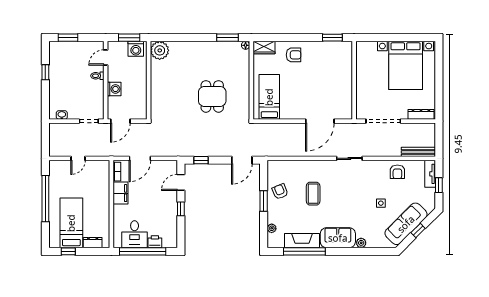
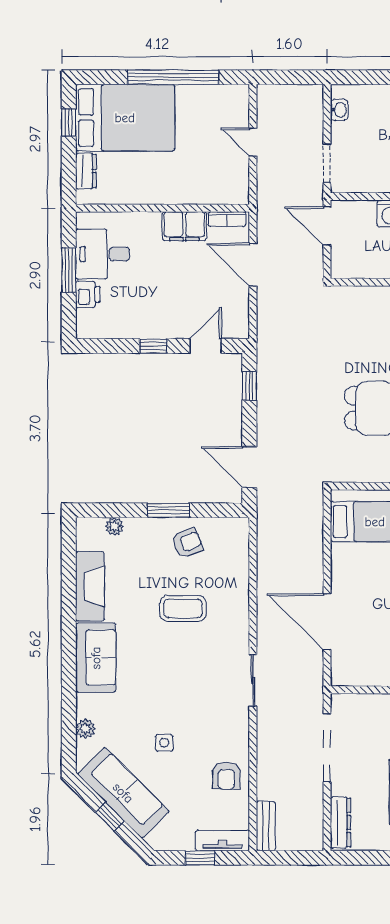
bench: (418, 152) -> (266, 826), width x0.73
armchair: (397, 172) -> (226, 776), turned -90
door: (181, 182) -> (206, 346), hinge flipped
bed: (71, 223) -> (125, 118), width x1.50
plant: (361, 243) -> (85, 729), moved
window: (143, 251) -> (69, 270), width x0.47
window: (304, 251) -> (69, 591), removed

